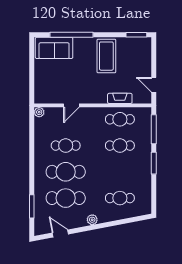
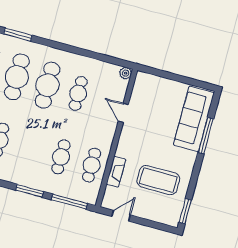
window: (72, 35) -> (206, 136), width x0.68
sofa: (54, 48) -> (194, 119), width x1.36
coffee table: (106, 56) -> (158, 180), moved

